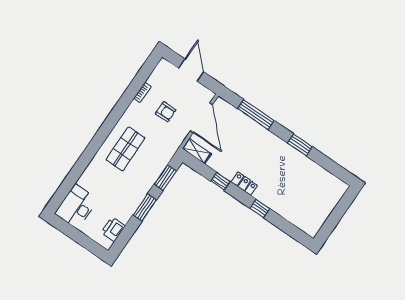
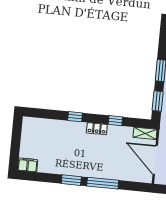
window: (256, 115) -> (103, 183), moved
filing cabinet: (336, 186) -> (28, 165), added

